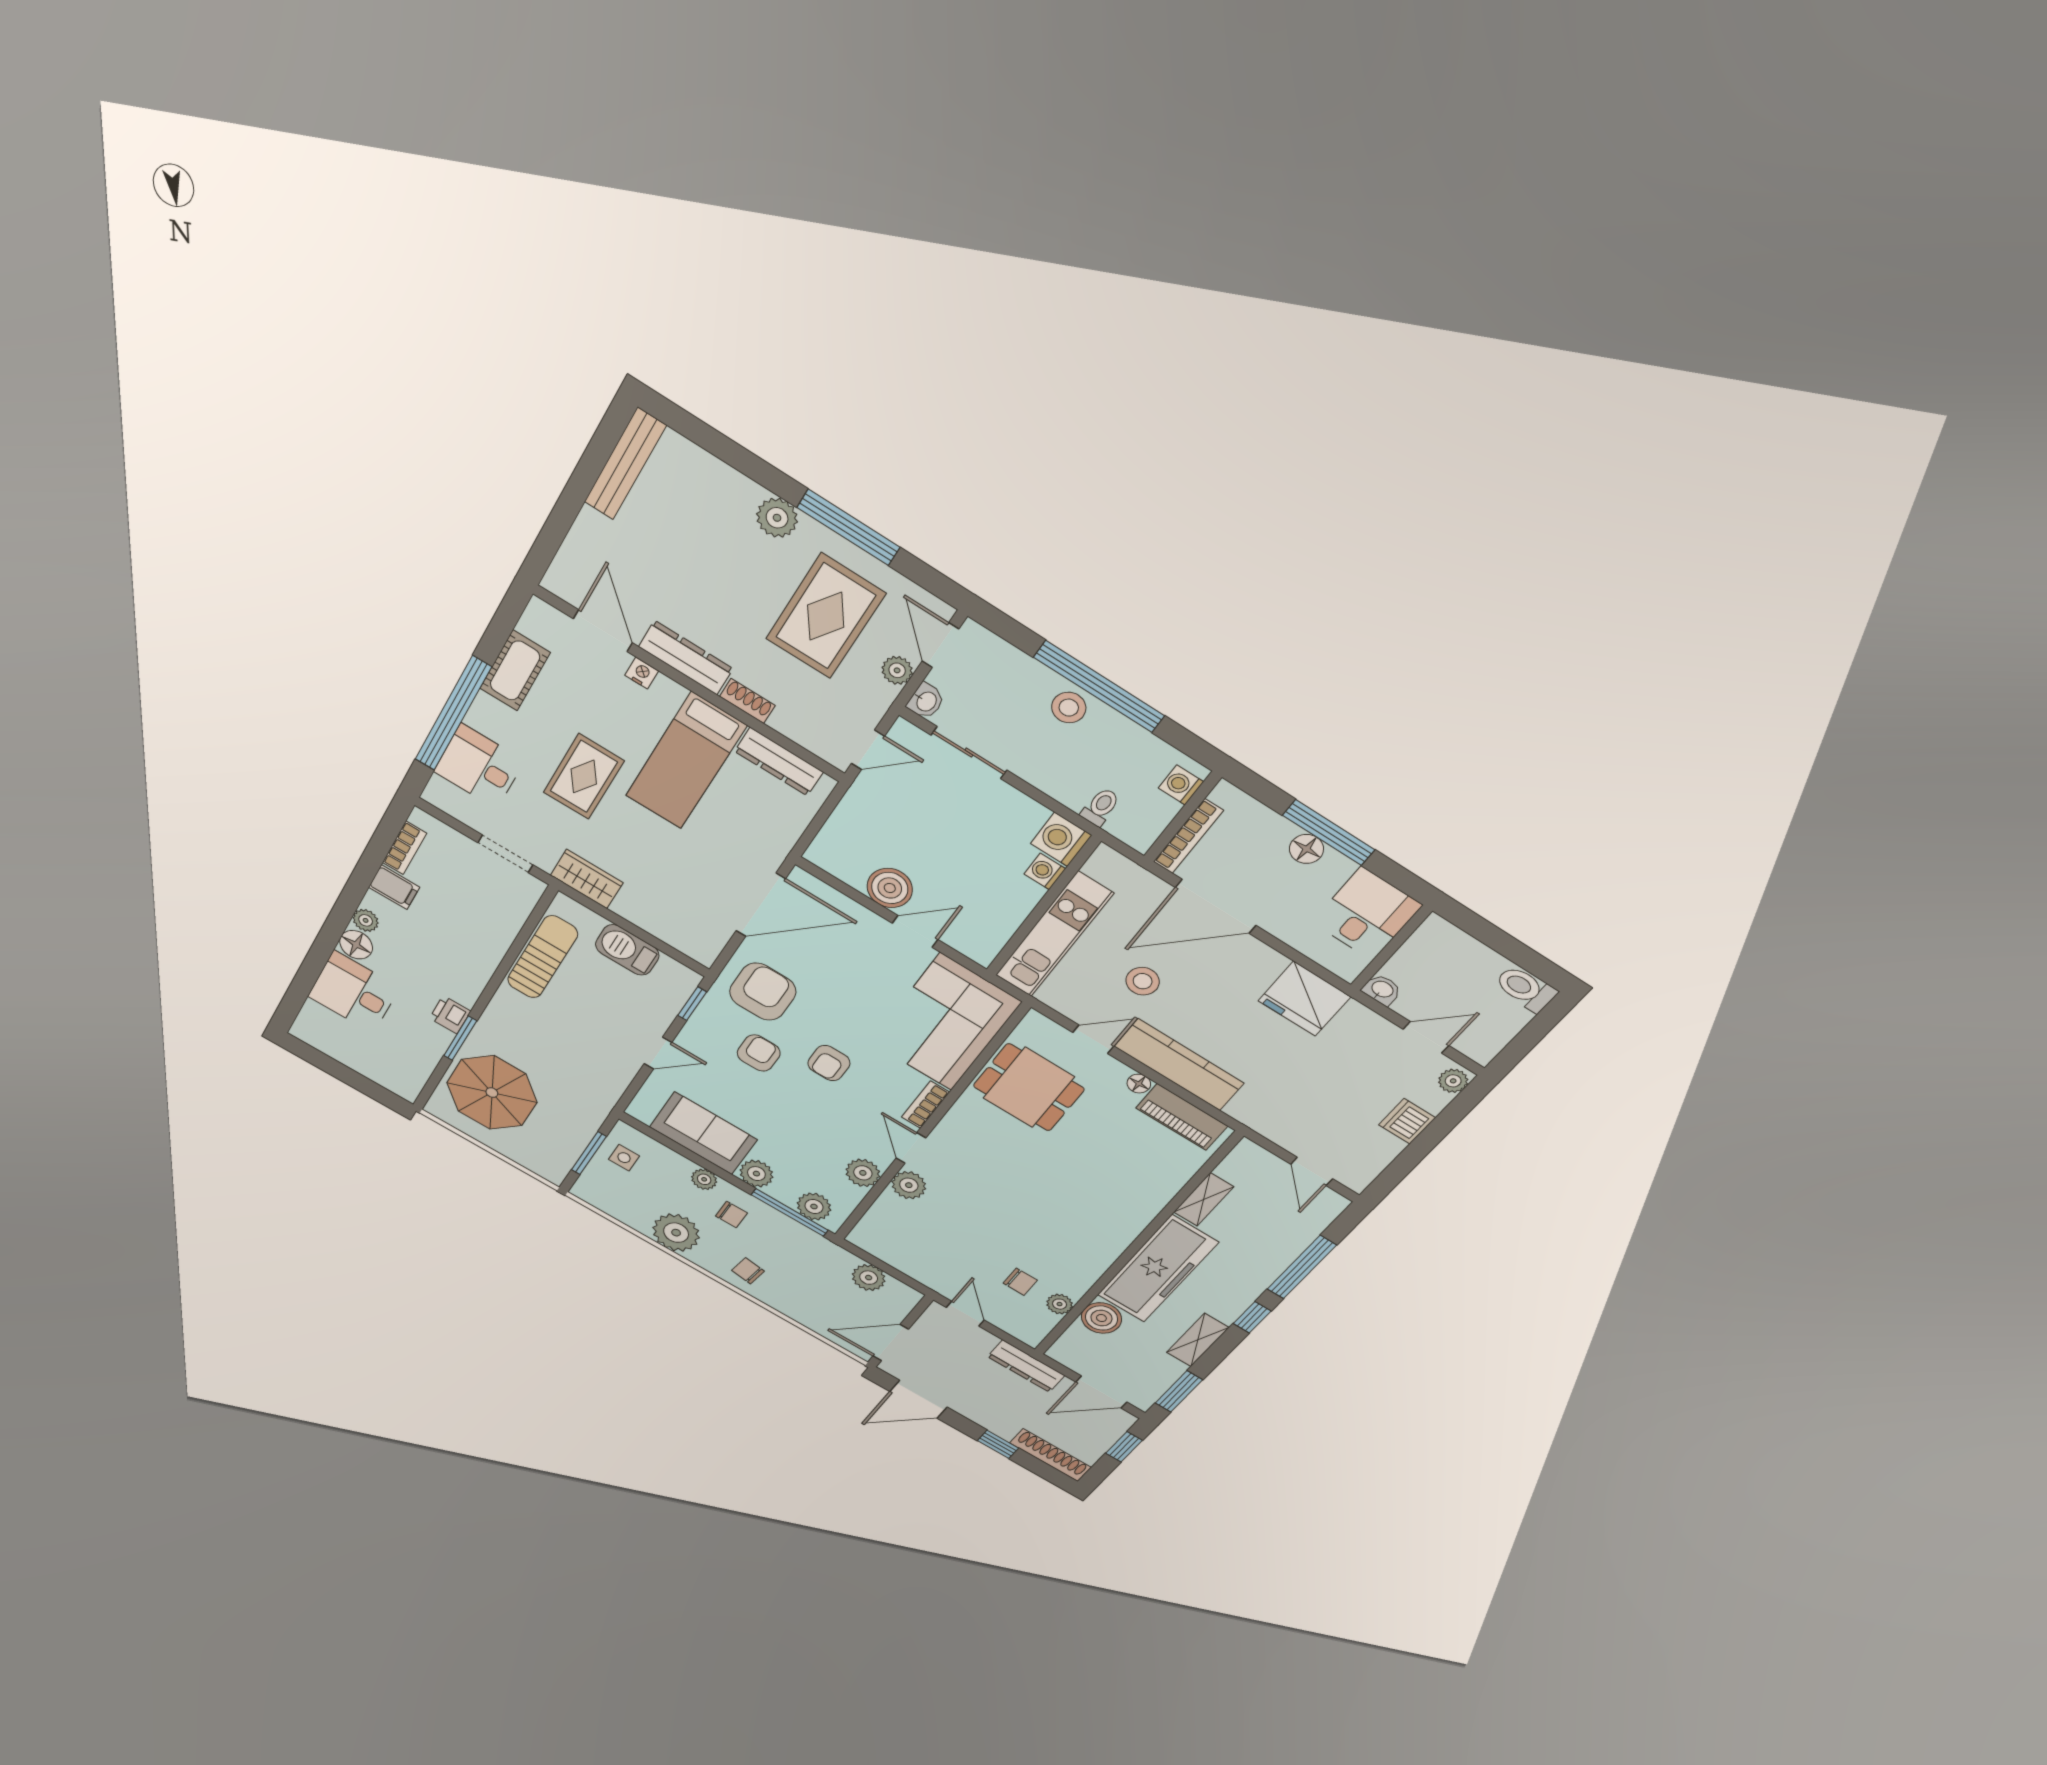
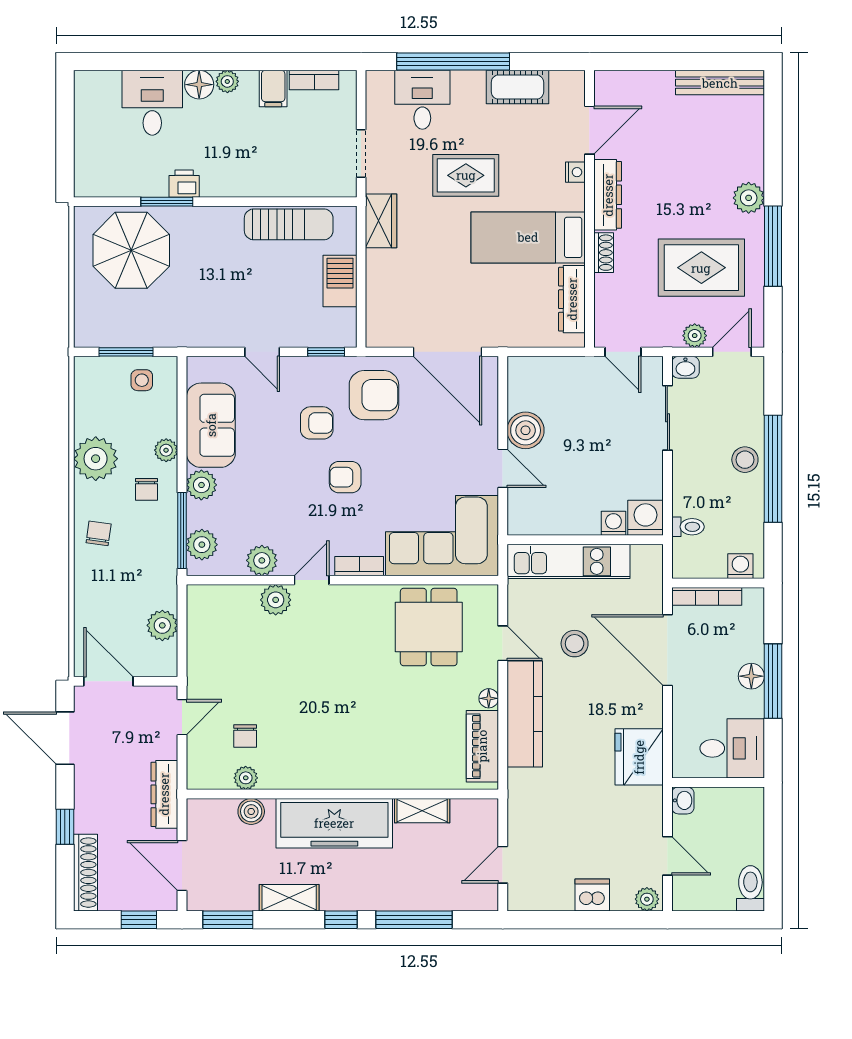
boiler: (1101, 1318) -> (251, 811), width x0.73, depth x0.73

